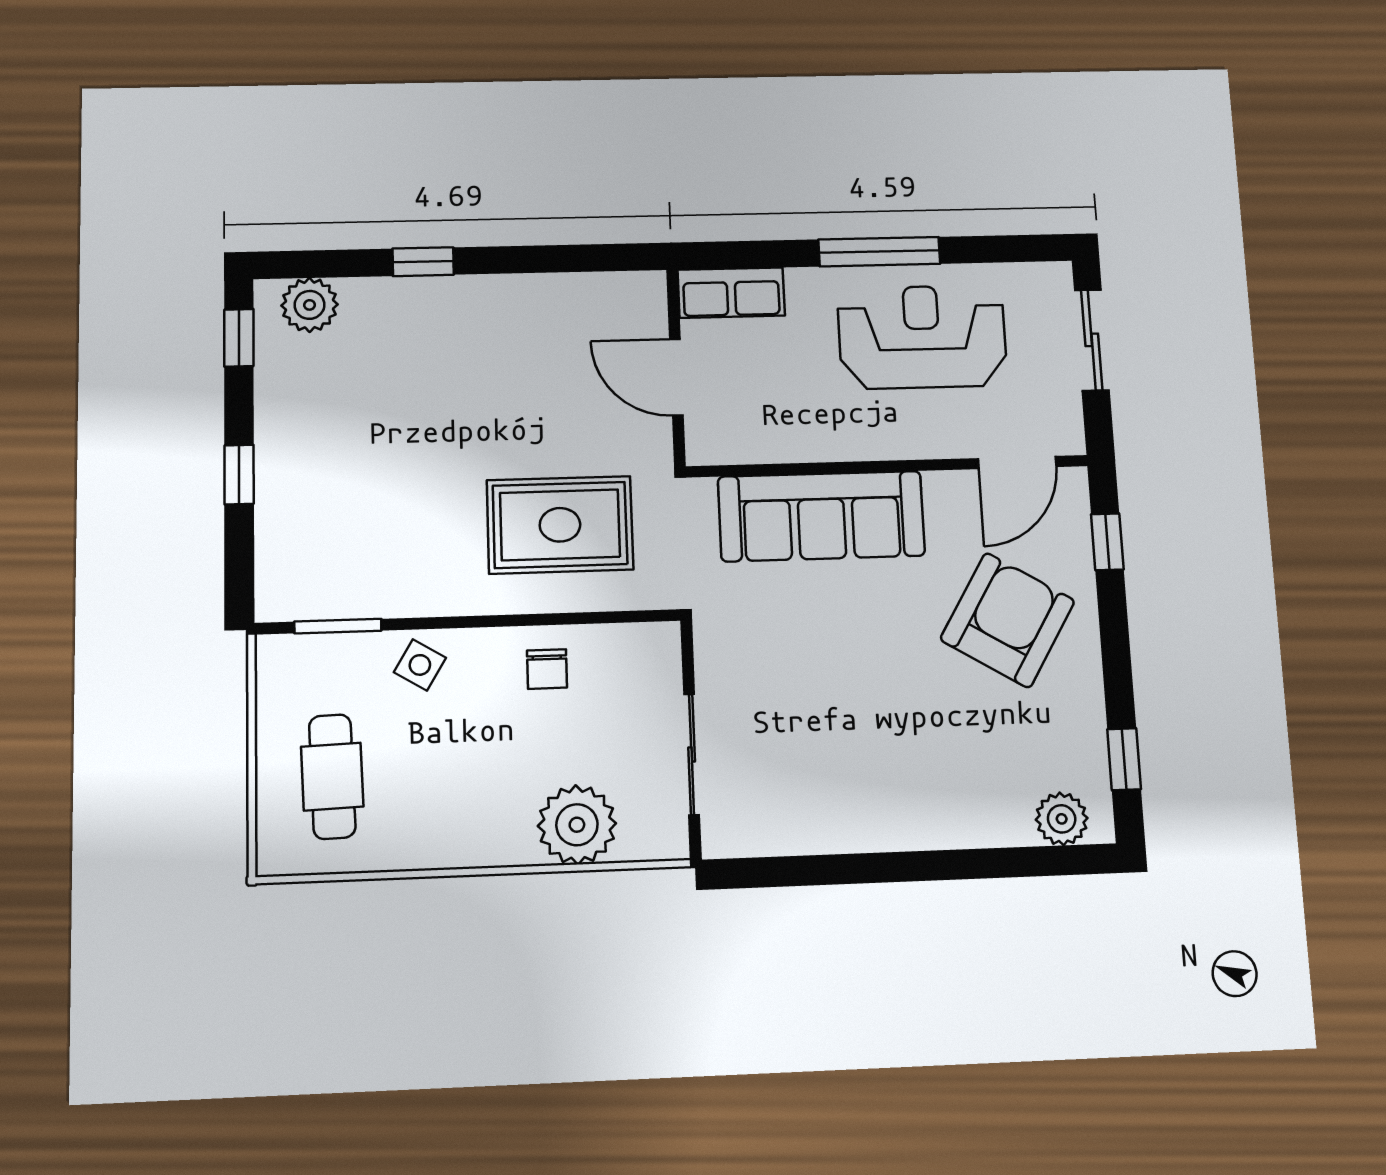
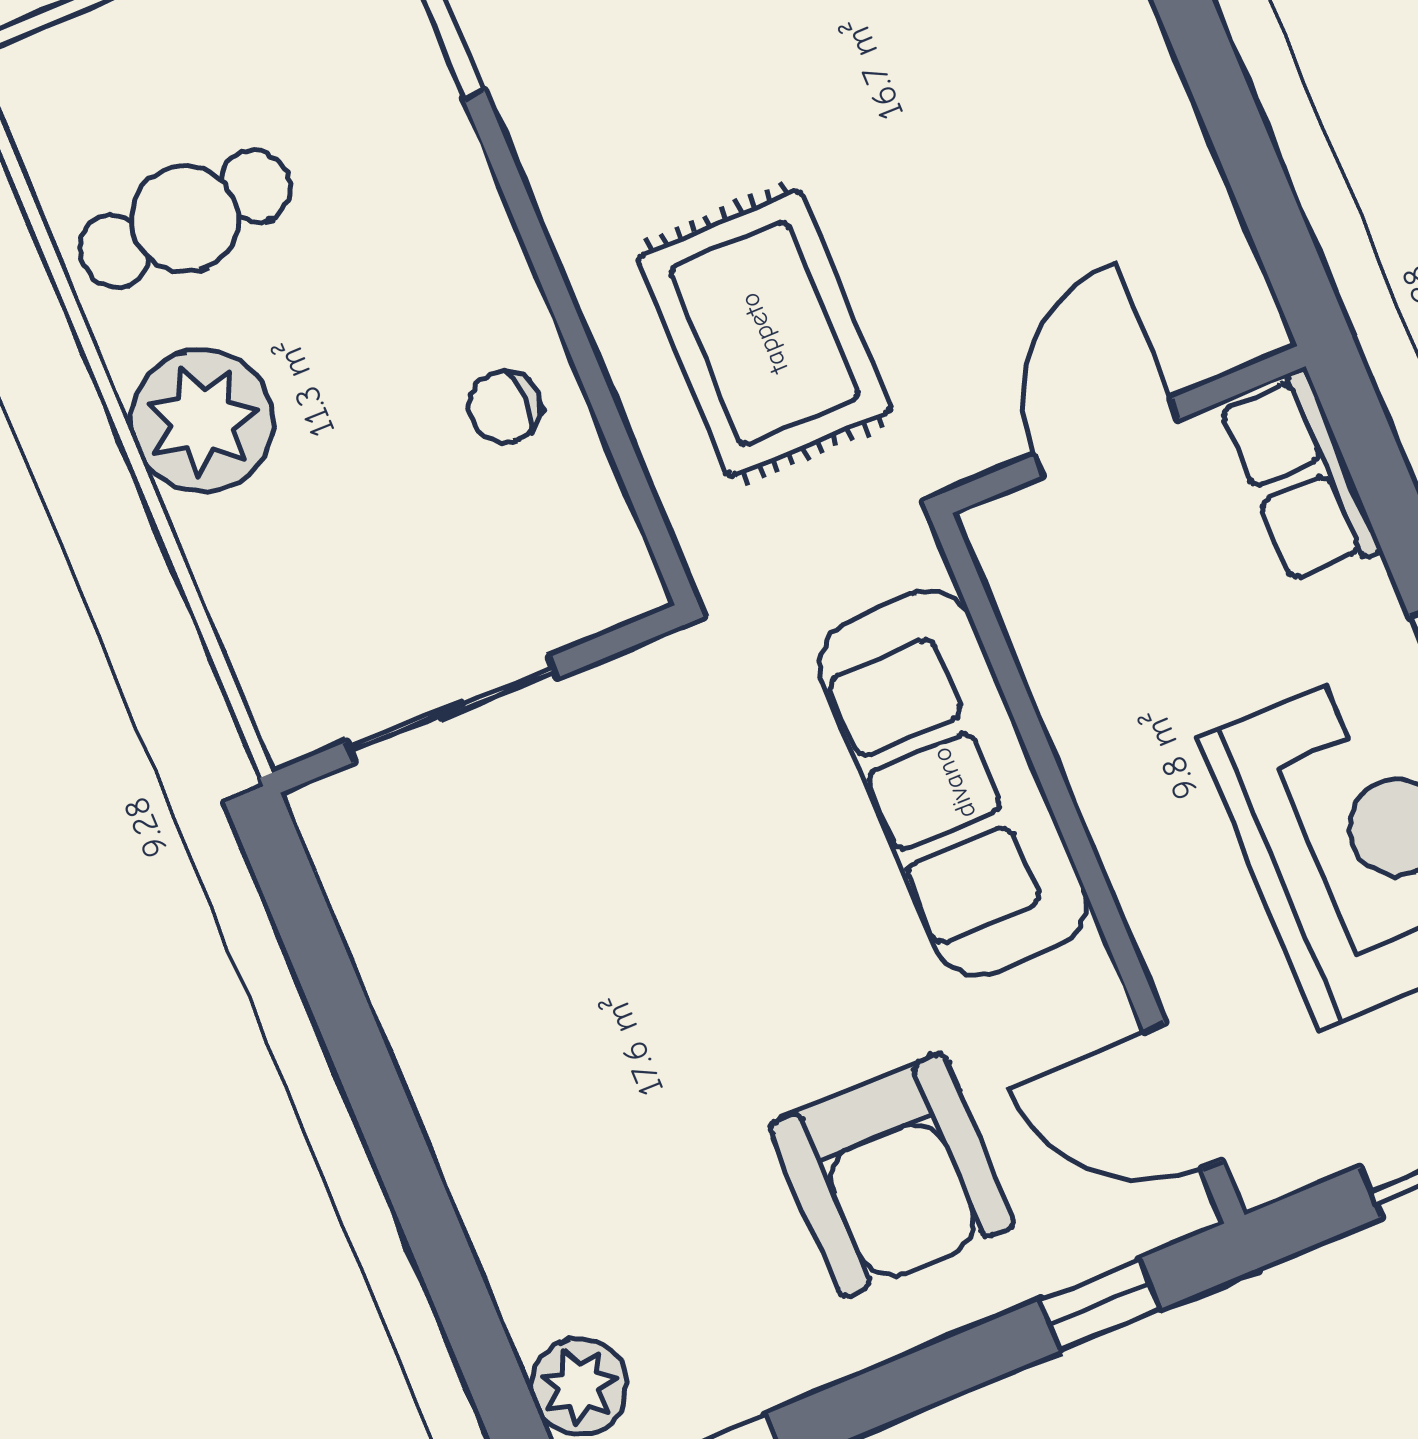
armchair: (1008, 620) -> (892, 1175), turned 59
side table: (420, 665) -> (430, 188), removed
cafe table: (332, 777) -> (185, 219), moved
plant: (577, 825) -> (202, 421), moved

